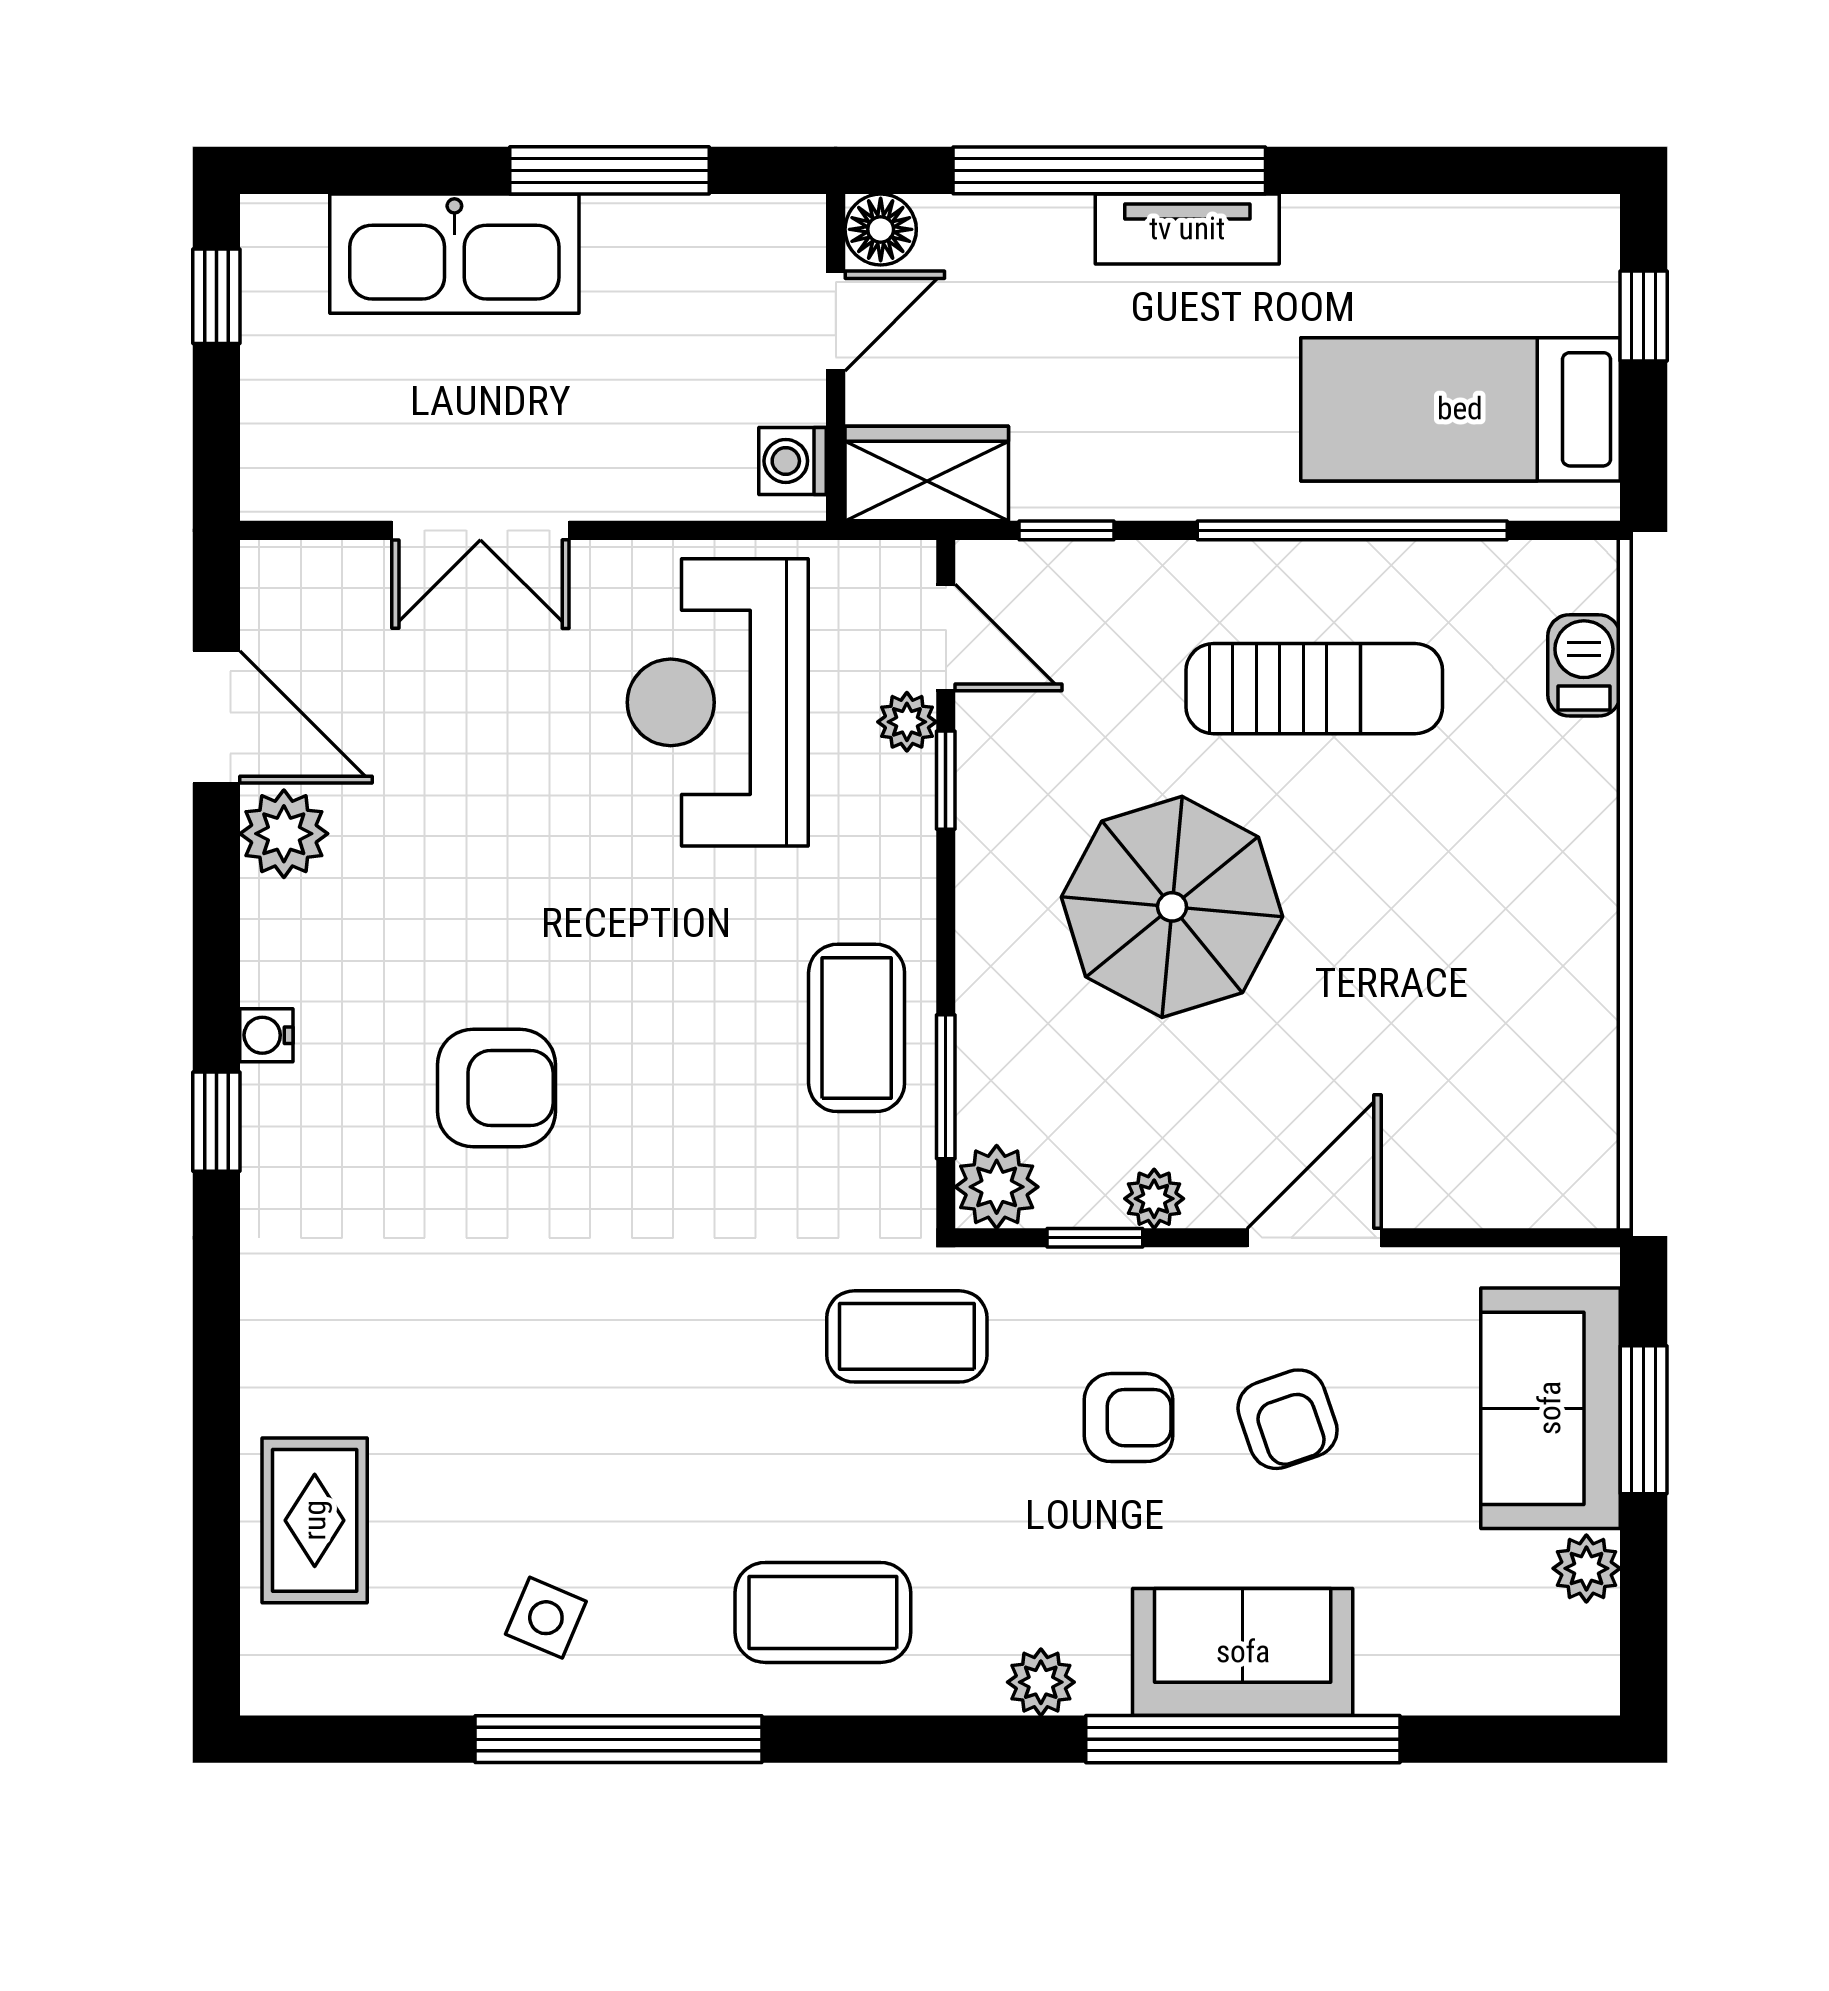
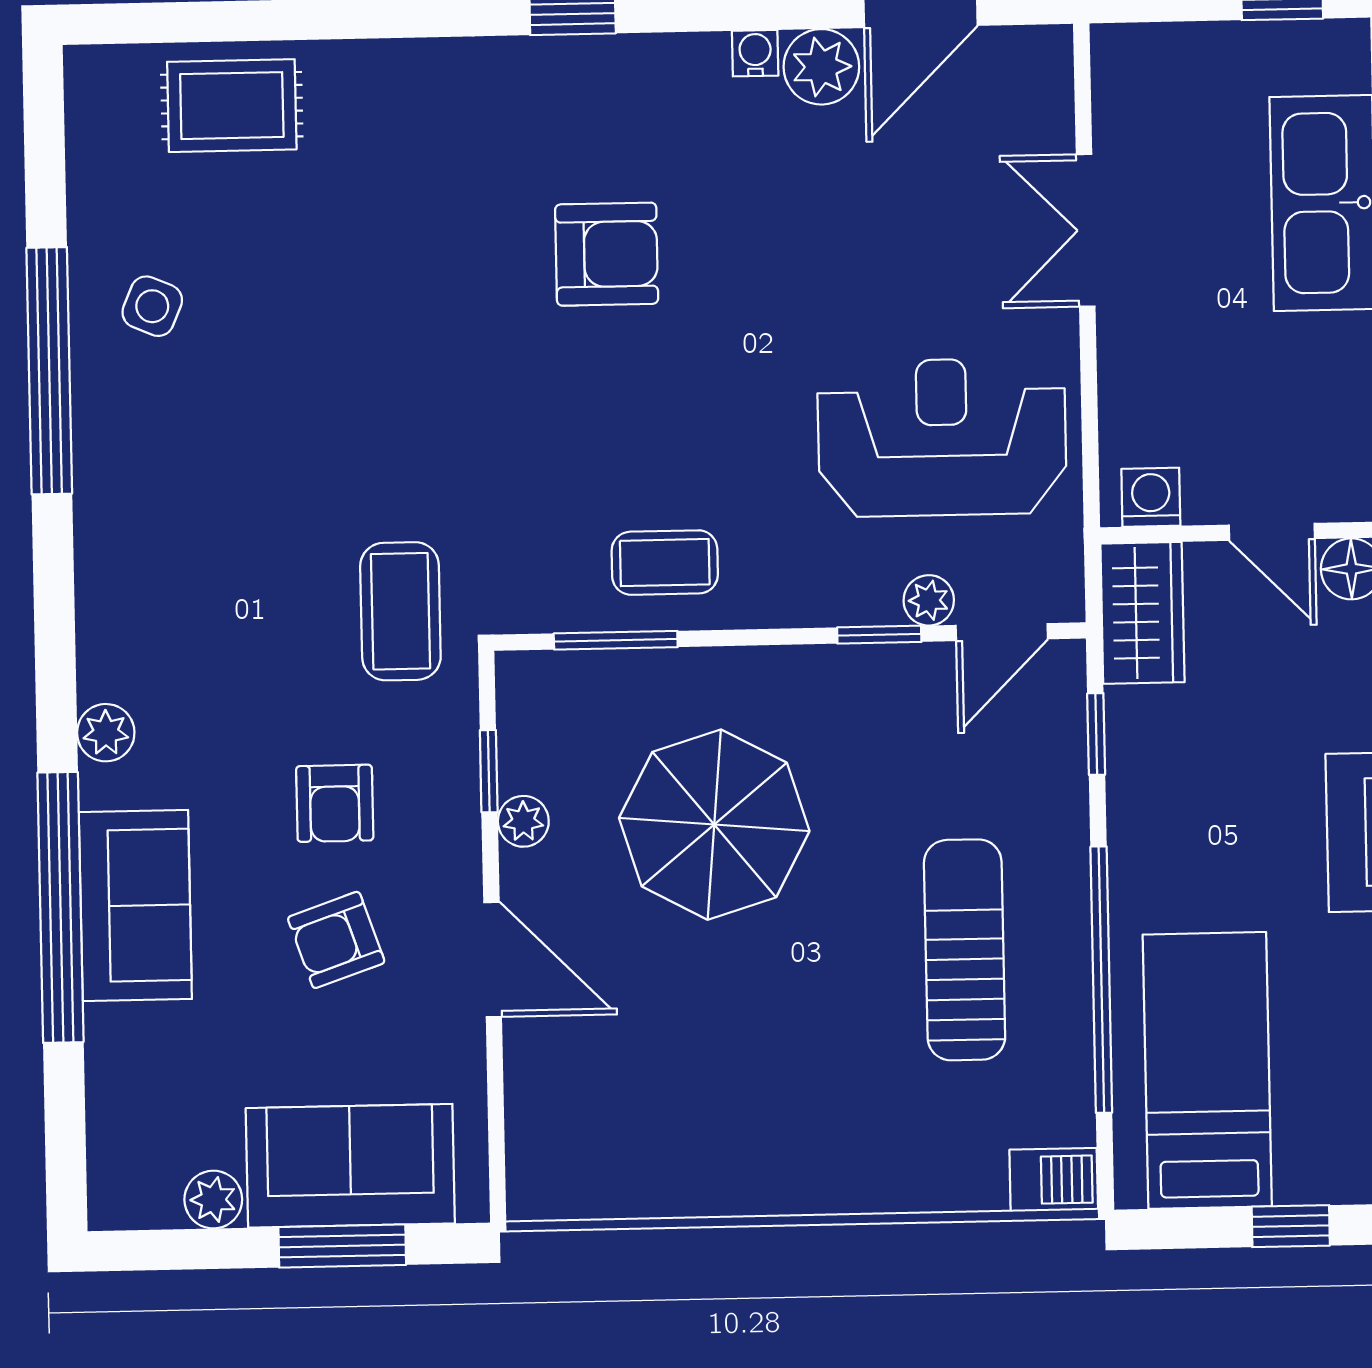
barbecue: (1584, 665) -> (1054, 1180), moved
sun lounger: (1314, 689) -> (965, 950), turned 180
parasol: (1172, 907) -> (714, 825), moved
coffee table: (857, 1028) -> (665, 563), width x0.73, depth x0.77
water cooler: (266, 1035) -> (755, 53), moved
armchair: (496, 1088) -> (607, 254), turned -90
plant: (997, 1187) -> (531, 686), removed
coffee table: (823, 1612) -> (162, 544), removed

